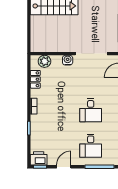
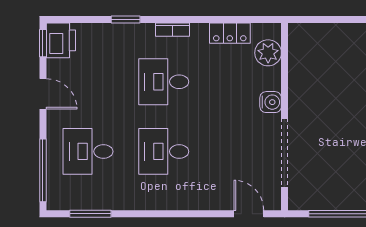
desk: (58, 110) -> (164, 82), added

